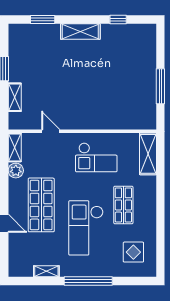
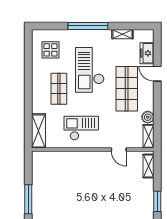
window: (160, 86) -> (28, 199), moved
shelving: (15, 97) -> (149, 166), moved
checkout: (86, 228) -> (90, 70), turned 180
freezer: (17, 248) -> (147, 53), added

